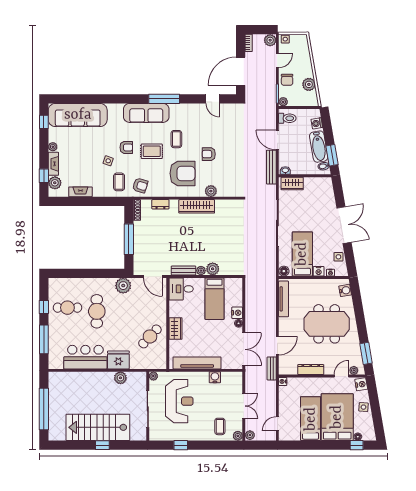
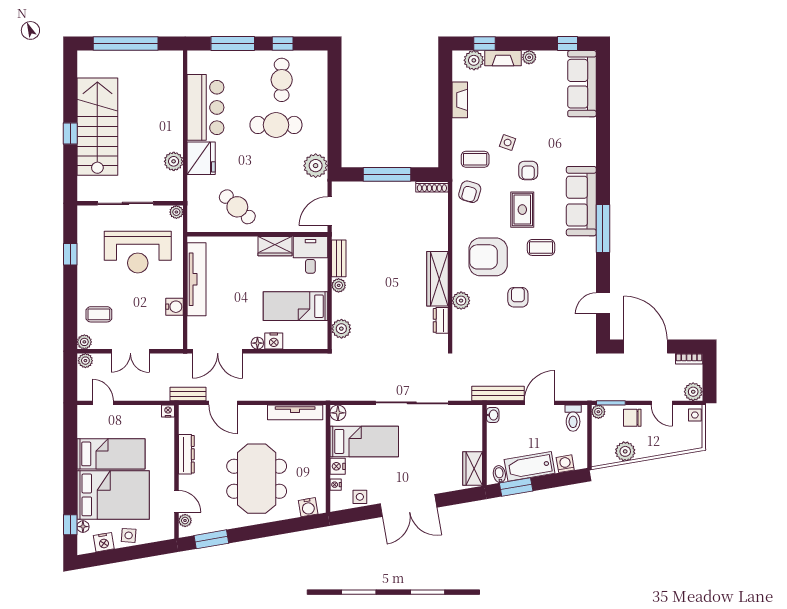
sofa: (78, 115) -> (582, 84), width x0.74, depth x0.79
armchair: (183, 173) -> (488, 257), turned 90
wardrobe: (292, 184) -> (473, 469), moved
dresser: (160, 204) -> (441, 320), moved
plant: (213, 269) -> (341, 329), moved
wardrobe: (175, 328) -> (275, 246), moved
nightstand: (361, 384) -> (104, 542), moved

